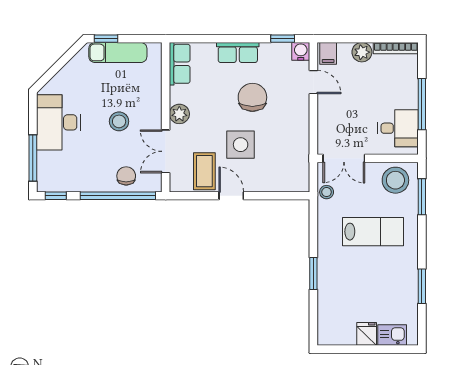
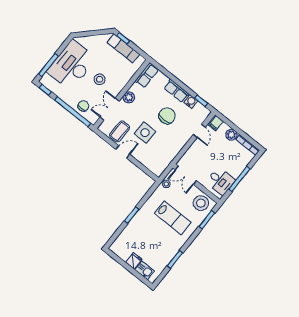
water cooler: (301, 51) -> (191, 102), moved
desk: (58, 122) -> (72, 65), width x1.36, depth x1.30
door: (231, 196) -> (123, 152), hinge flipped

